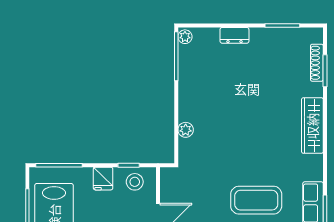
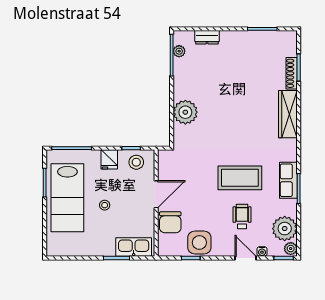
dresser: (234, 35) -> (207, 37), moved
plant: (185, 37) -> (179, 51), moved
shoe rack: (317, 63) -> (292, 73), moved
plant: (186, 130) -> (185, 112), width x1.87, depth x1.87

